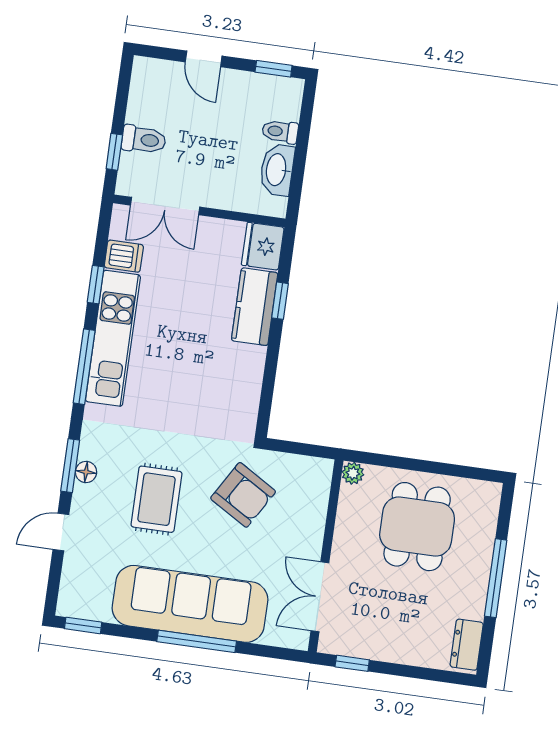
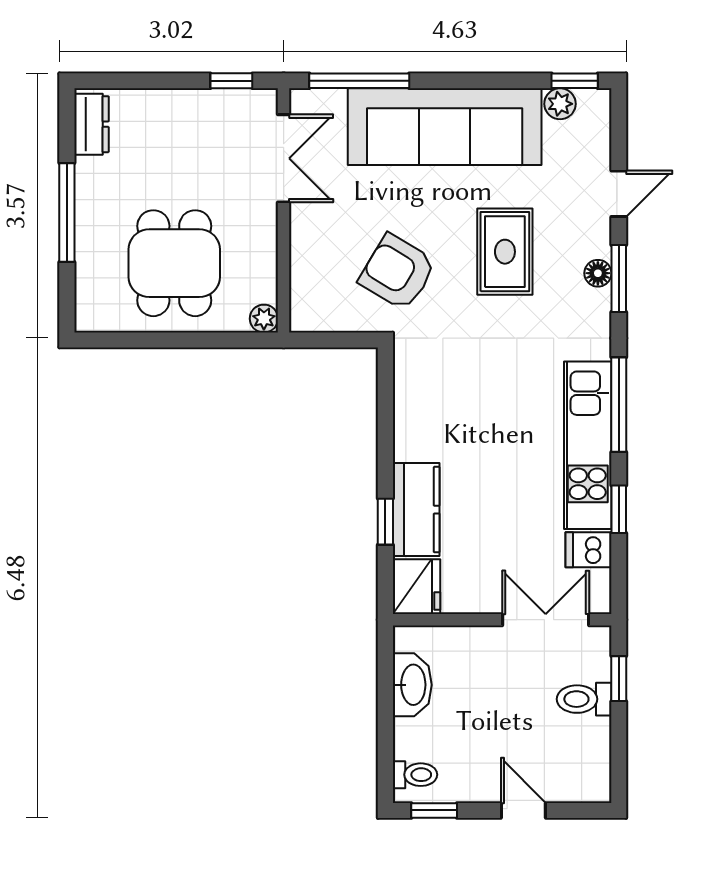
toilet: (280, 132) -> (415, 775), moved
plant: (97, 609) -> (560, 104), added
window: (197, 641) -> (359, 81), moved

